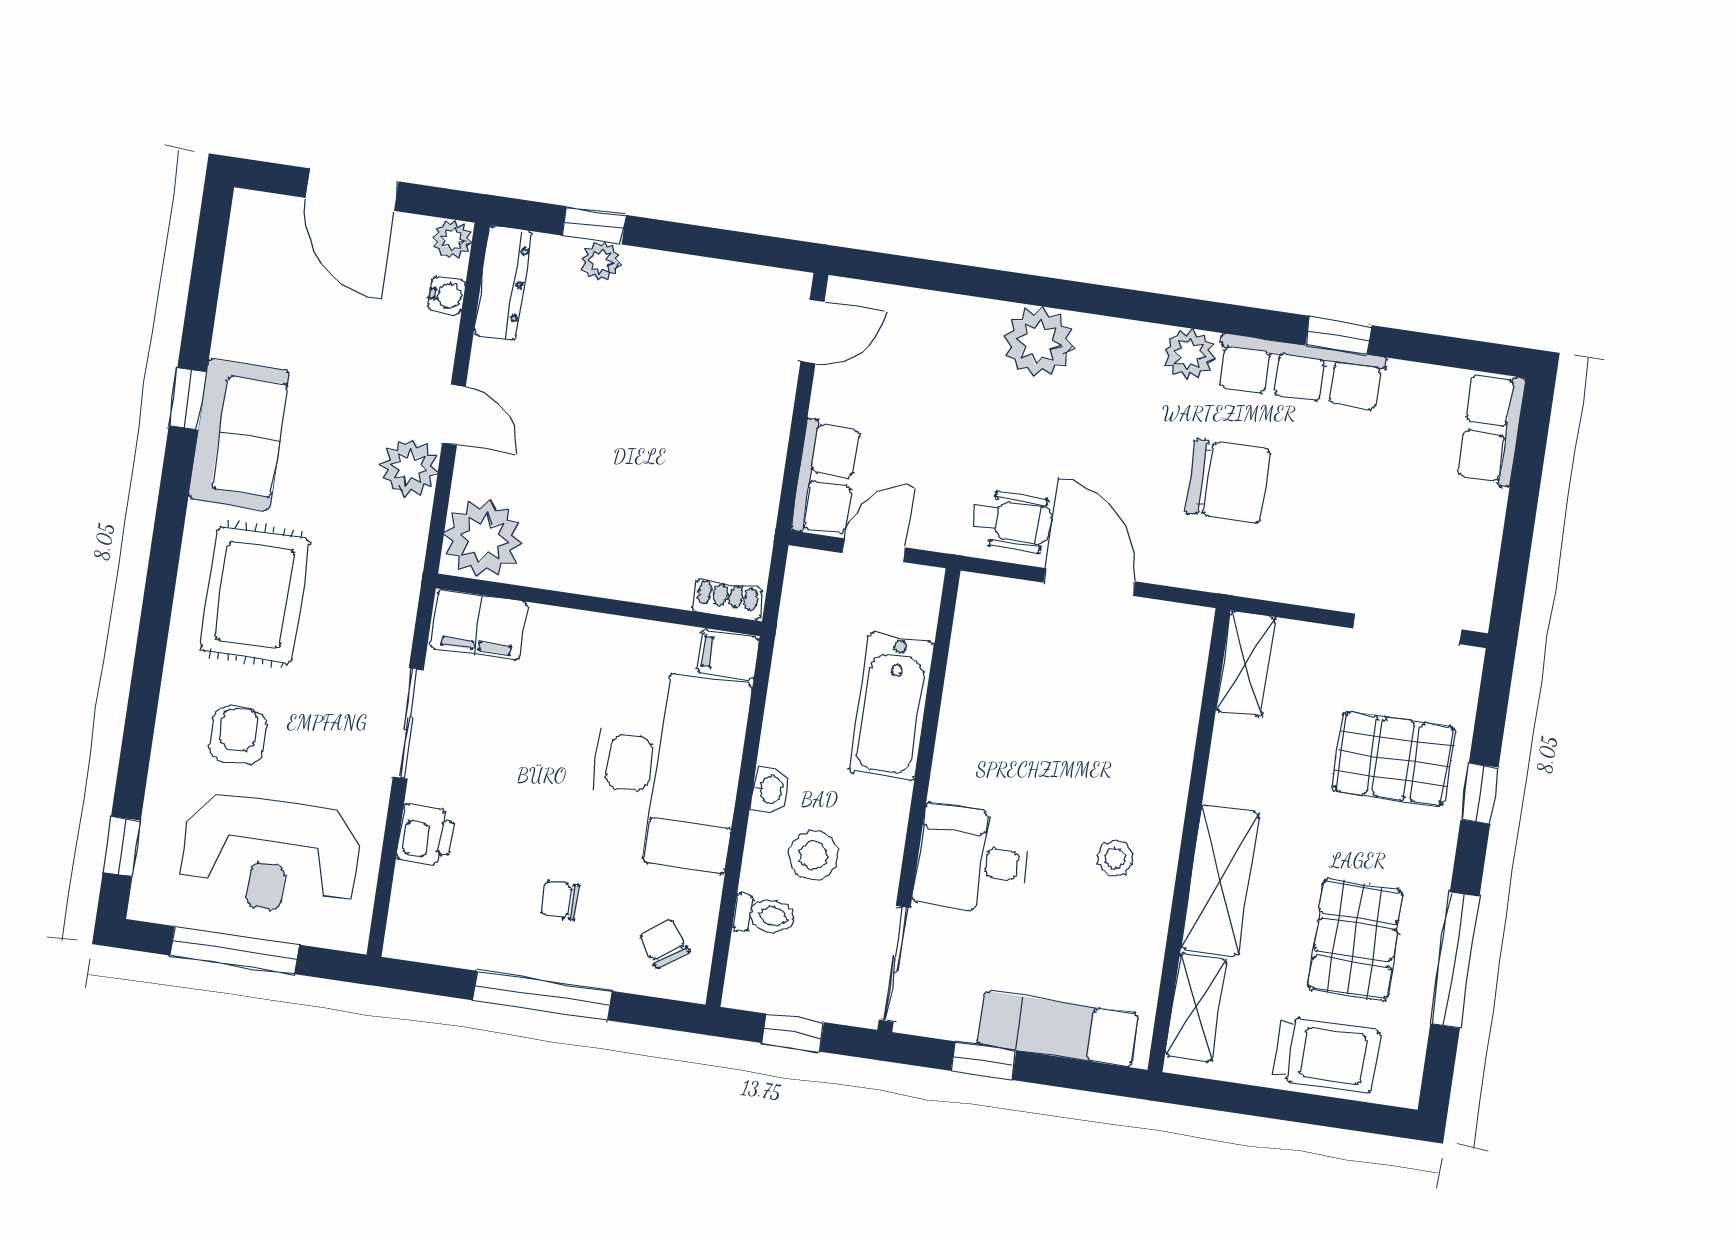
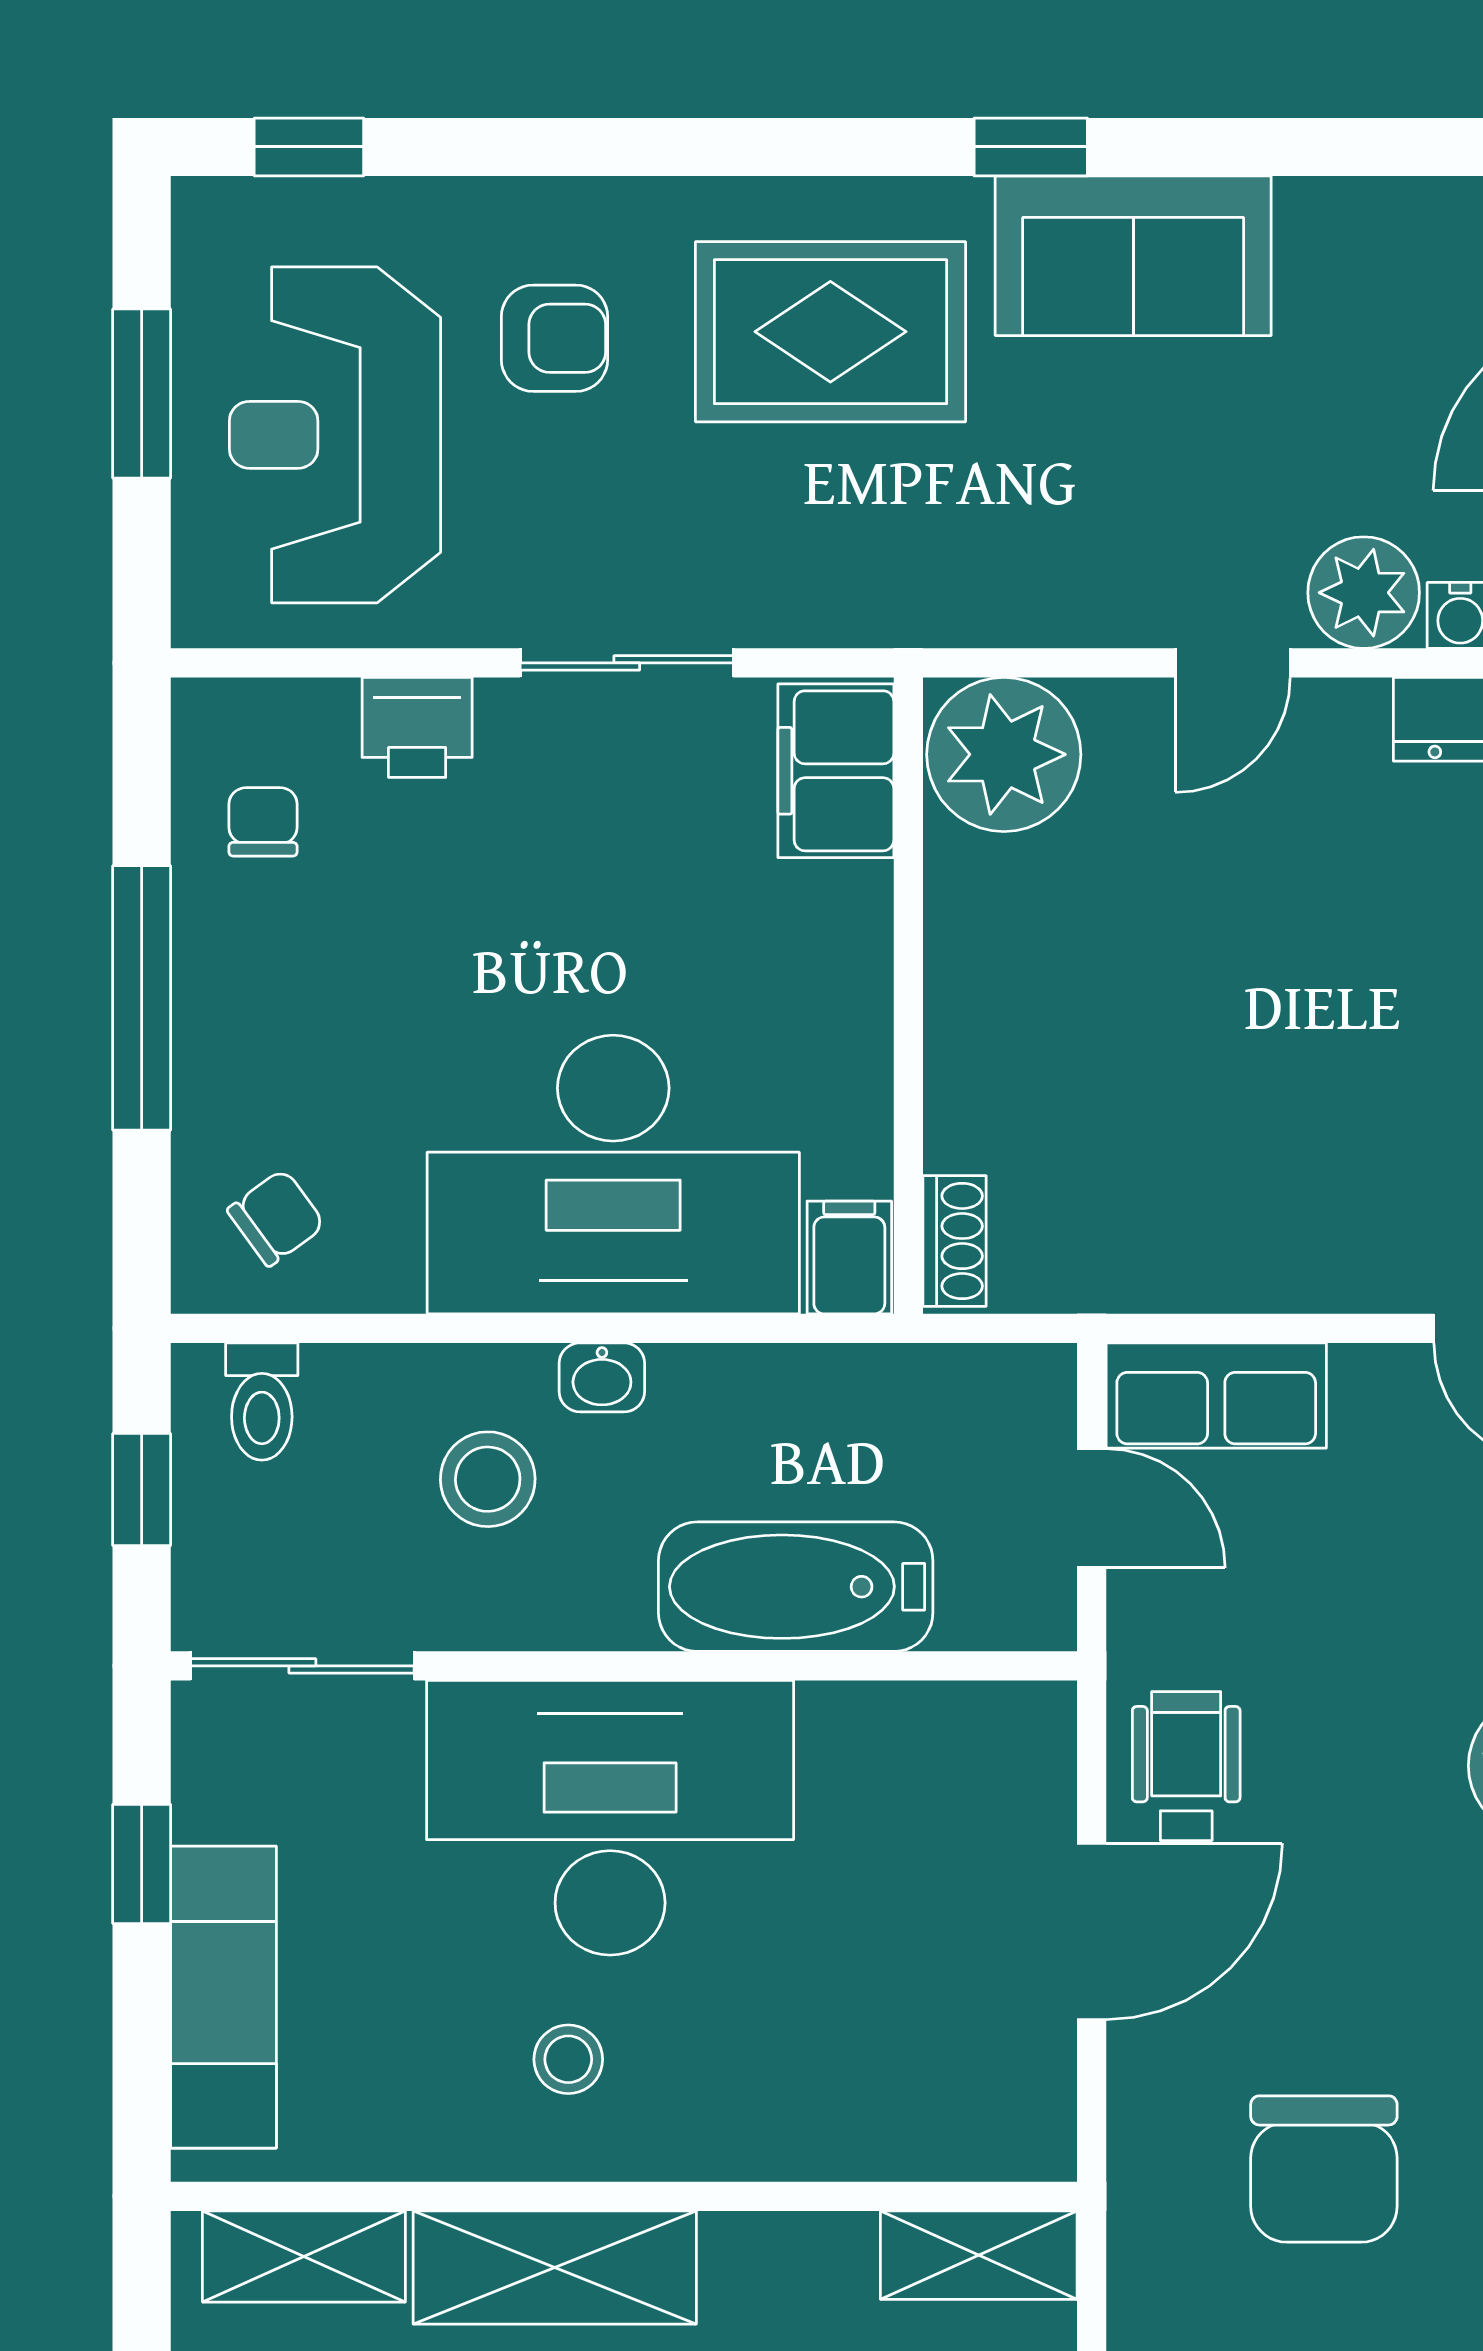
window: (188, 399) -> (1031, 147), moved
plant: (410, 467) -> (1364, 593), moved
wheelchair: (1012, 521) -> (1186, 1766), turned 180
desk: (973, 860) -> (610, 1818), width x1.87, depth x1.30
chair: (560, 900) -> (263, 822), moved
toilet: (764, 915) -> (262, 1402), moved
window: (235, 950) -> (142, 394), width x0.69

